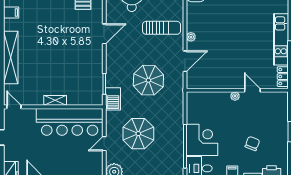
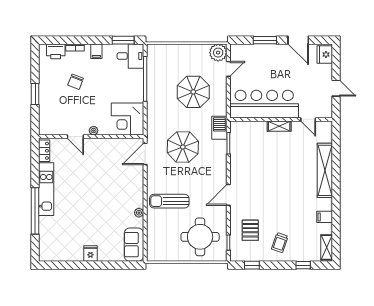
plant: (191, 37) -> (139, 213), moved
door: (185, 61) -> (145, 154), moved
door: (14, 107) -> (308, 119), moved
corner desk: (202, 140) -> (127, 119), moved
door: (104, 144) -> (228, 69), moved

